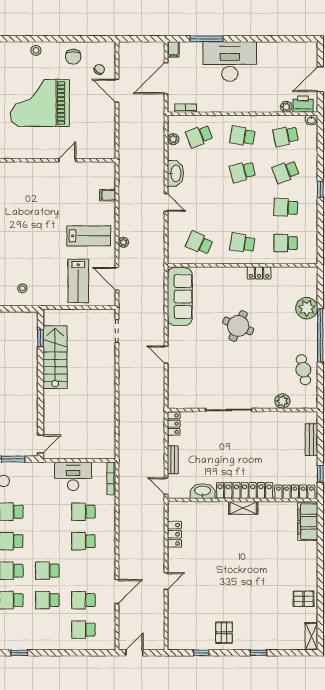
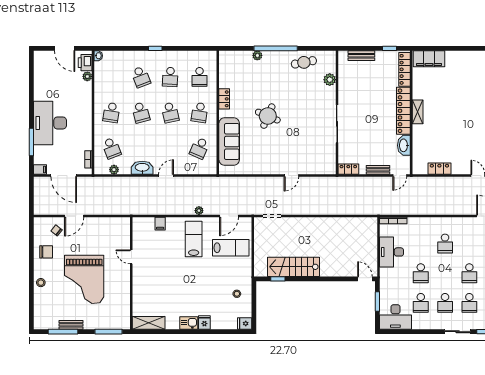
school desk: (286, 136) -> (170, 113), moved
sofa: (180, 297) -> (229, 142), moved, turned 90
plant: (307, 308) -> (257, 55), width x0.53, depth x0.53
school desk: (83, 512) -> (421, 273), moved

